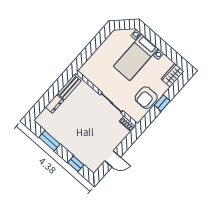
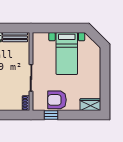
bed with nightstands: (136, 57) -> (67, 53), moved, turned -90
window: (162, 103) -> (51, 115), moved

